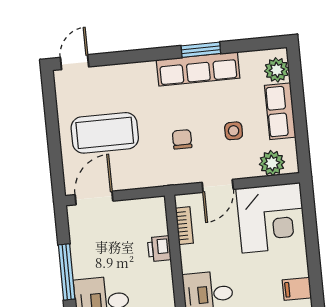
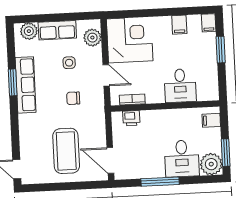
printer: (159, 249) -> (131, 118), moved

